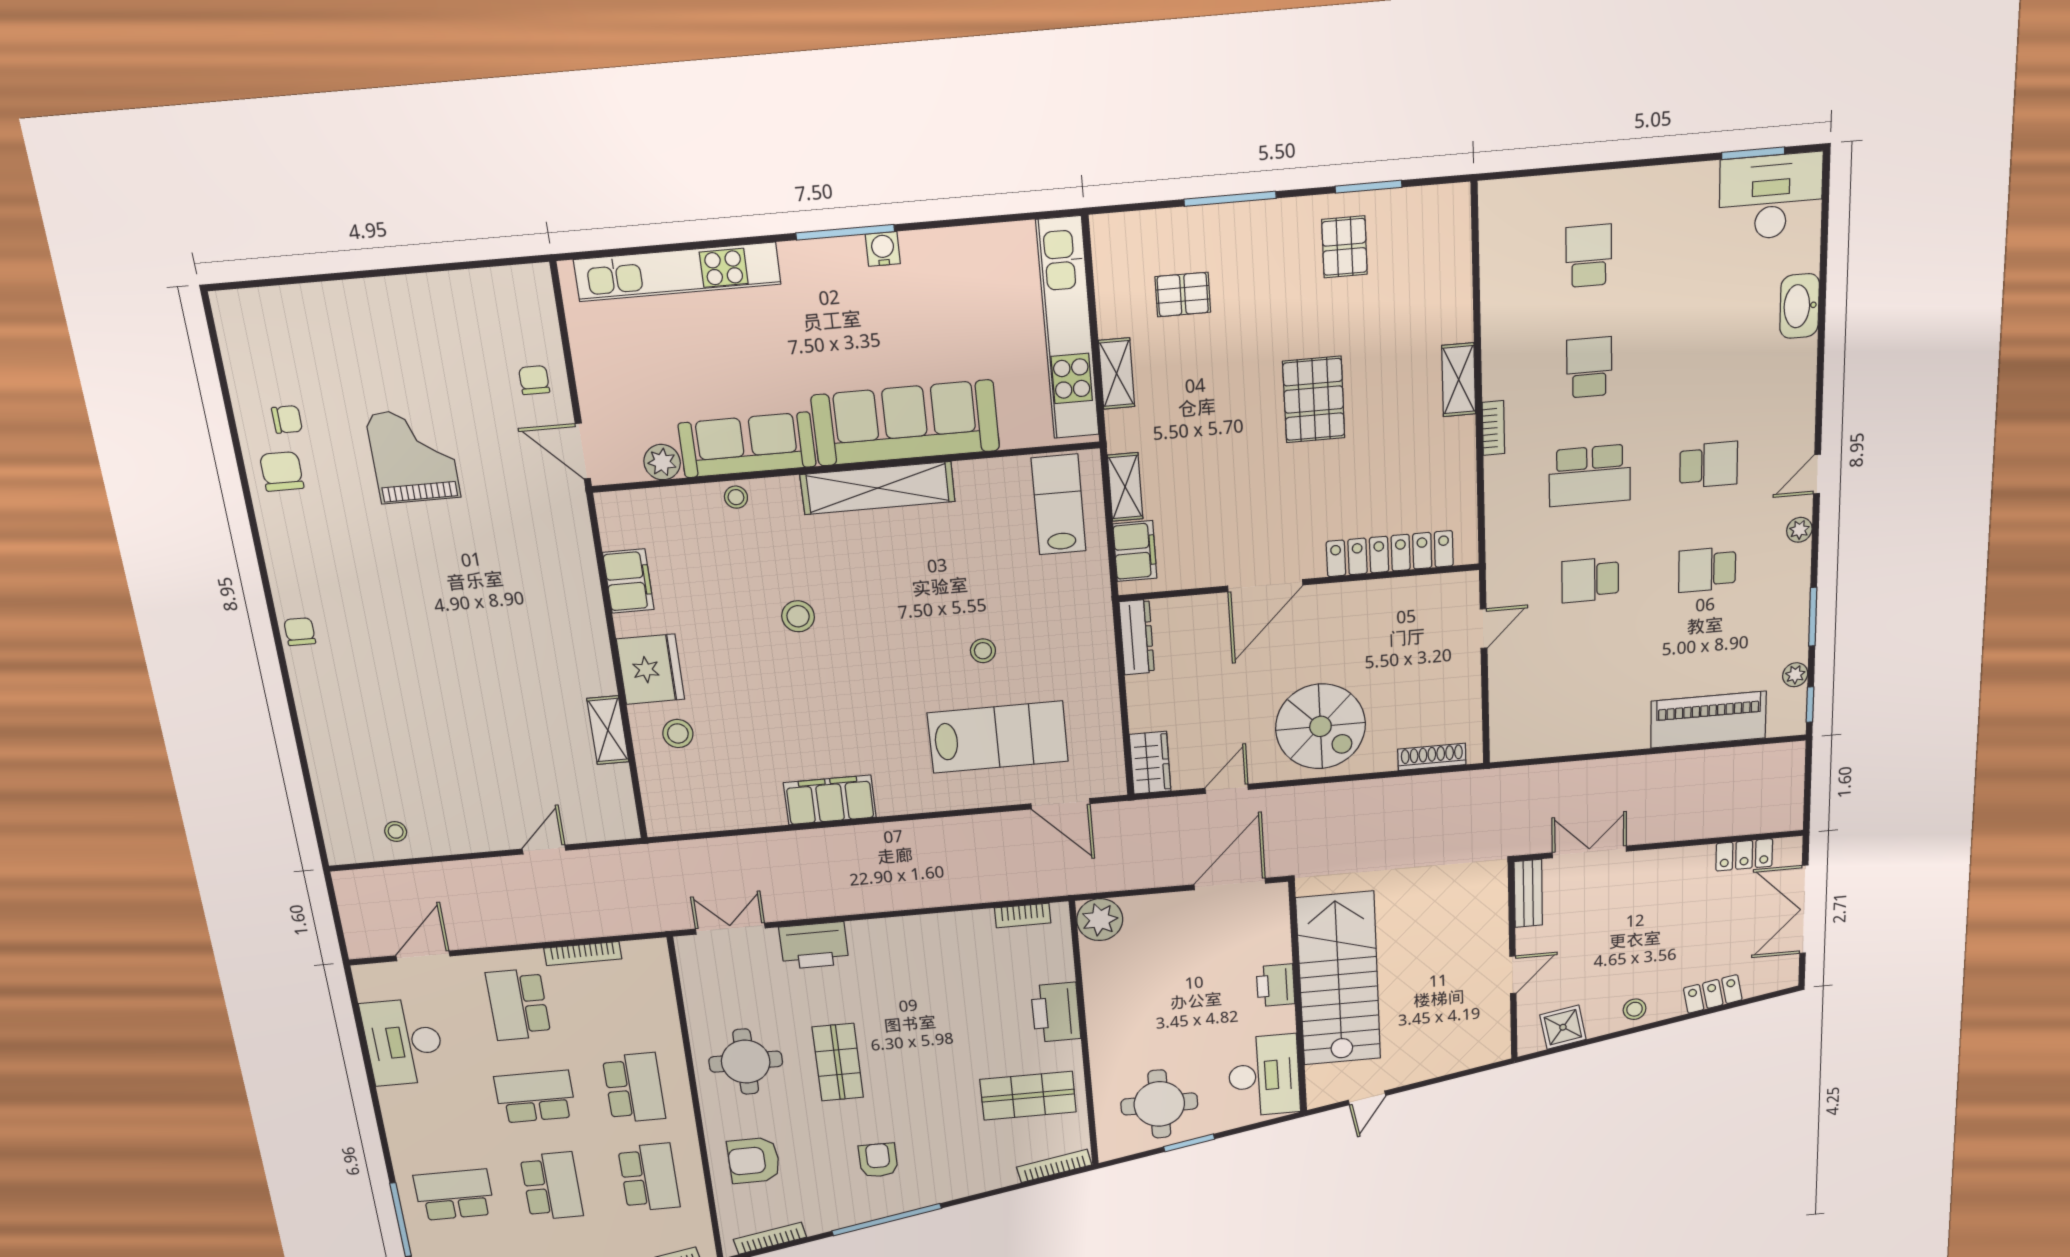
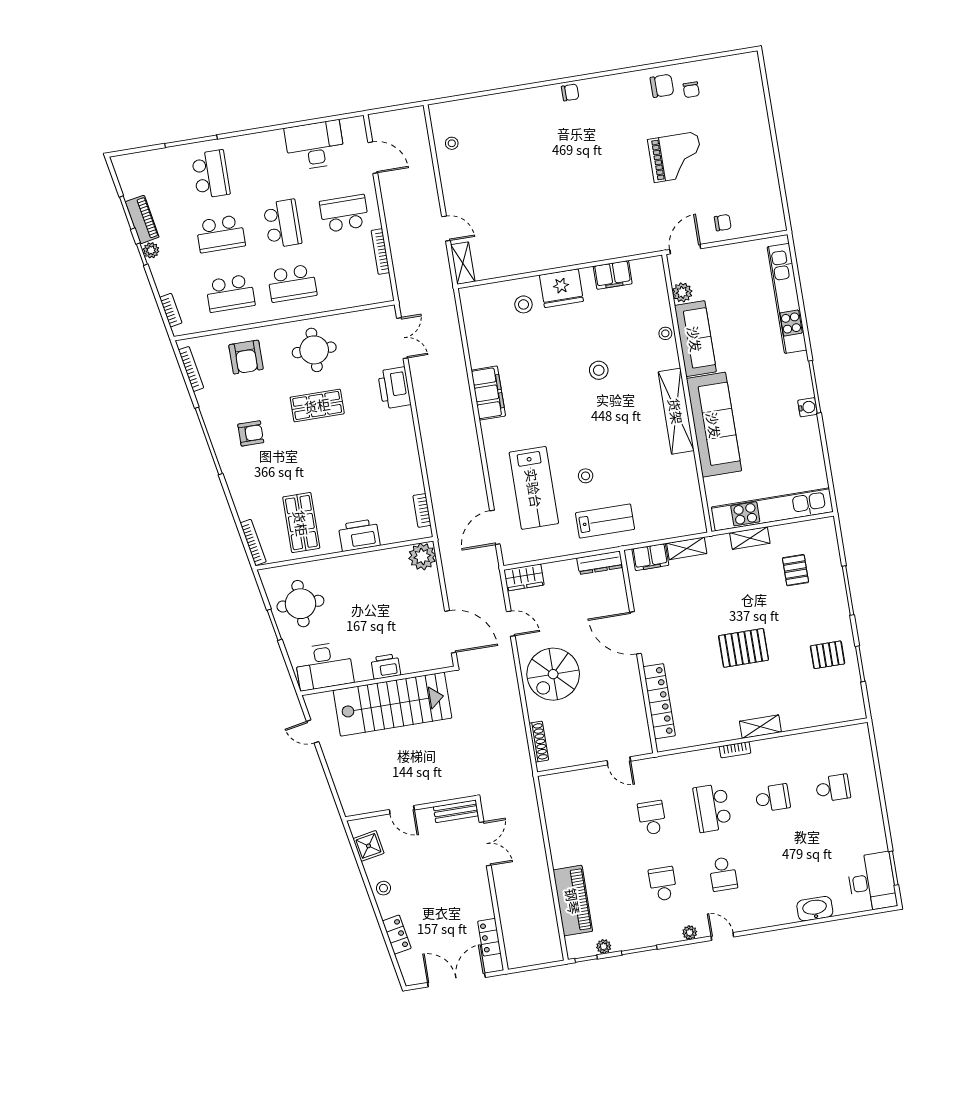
lab bench: (1059, 505) -> (605, 521), moved
shelving: (608, 730) -> (463, 263), moved, turned 90
armchair: (754, 1160) -> (246, 357), turned 180

